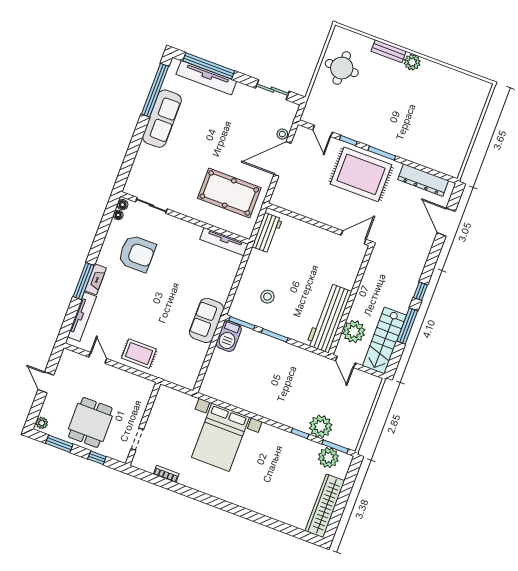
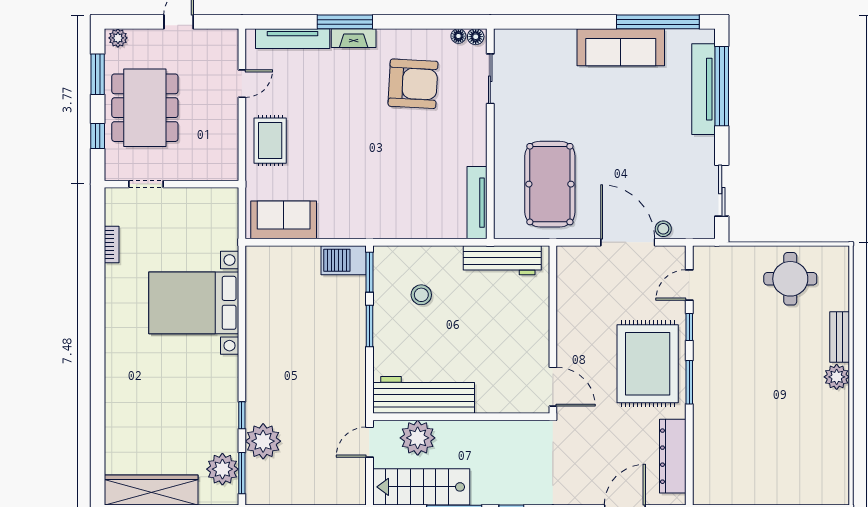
workbench: (267, 233) -> (502, 260), width x1.38
armchair: (137, 254) -> (413, 84), turned -87
sofa: (207, 320) -> (284, 220), moved
dining table: (90, 422) -> (145, 108), width x1.38

